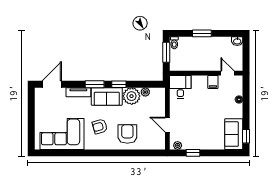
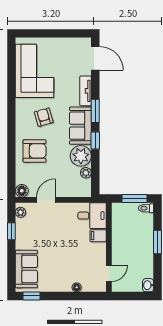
filing cabinet: (213, 82) -> (98, 236), moved
sofa: (234, 134) -> (26, 269), moved, turned 90
floor lamp: (160, 144) -> (22, 191), added

